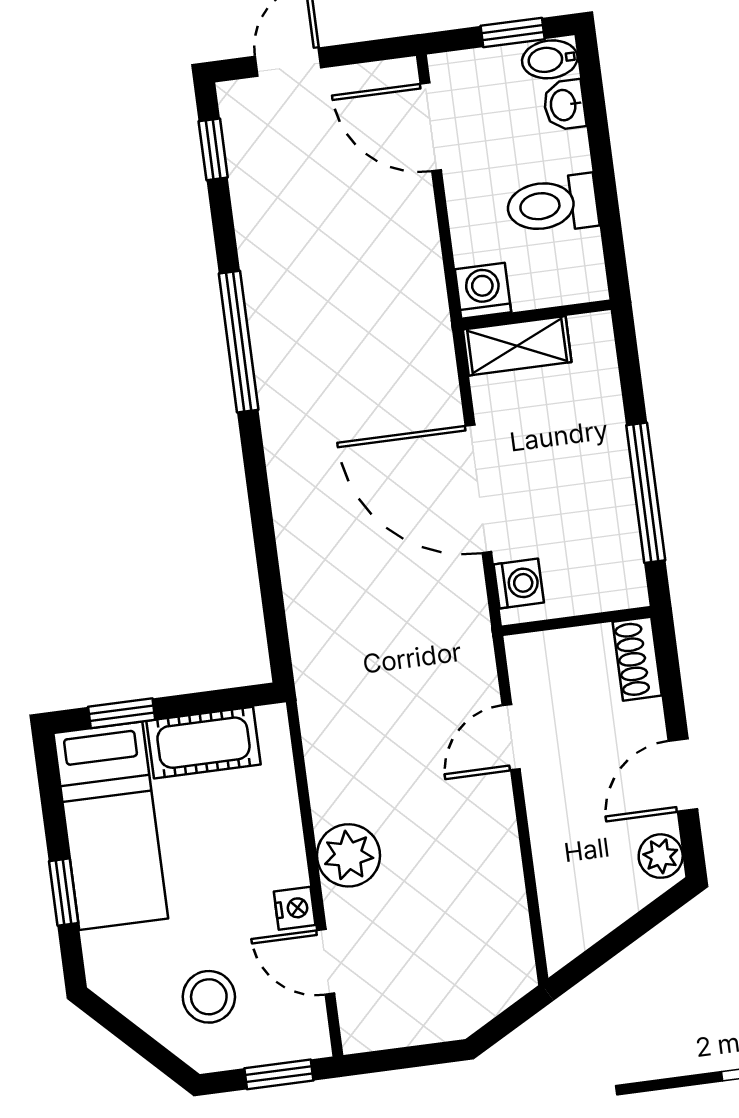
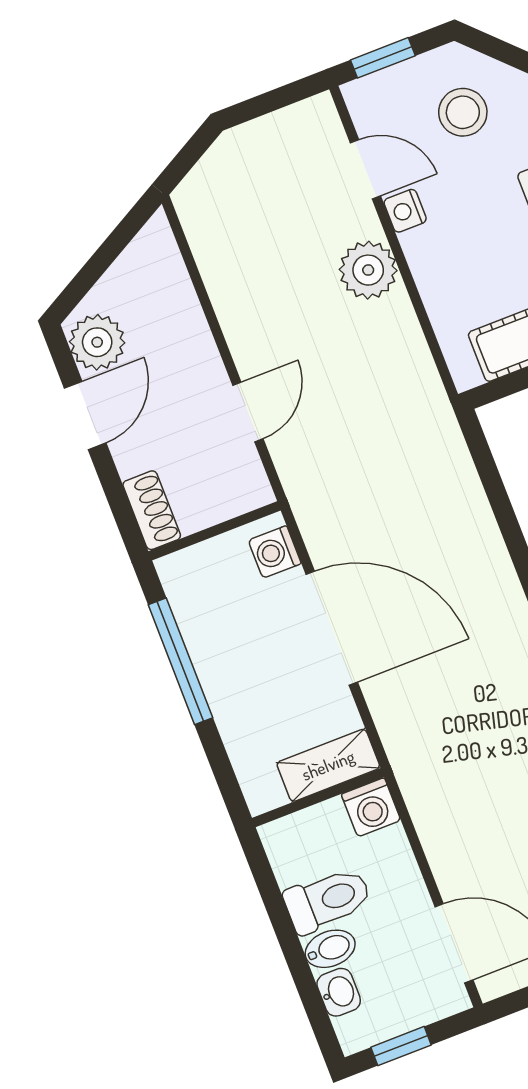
bidet: (550, 59) -> (330, 949), moved
plant: (661, 856) -> (97, 342), width x1.38, depth x1.38

